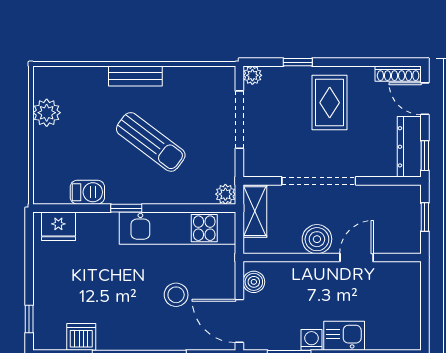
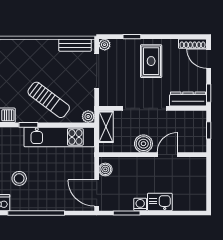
bench: (135, 76) -> (75, 45), moved
sun lounger: (151, 142) -> (49, 100), moved
dresser: (409, 147) -> (188, 99), moved, turned 90
stool: (176, 295) -> (19, 178), moved

